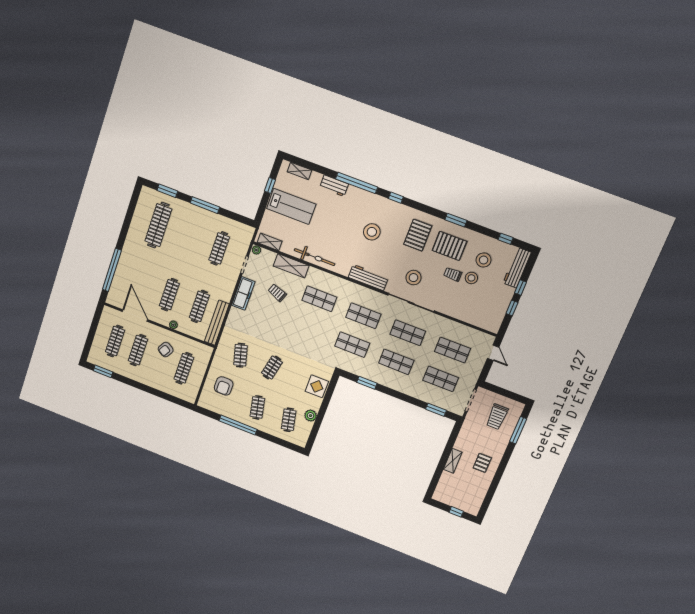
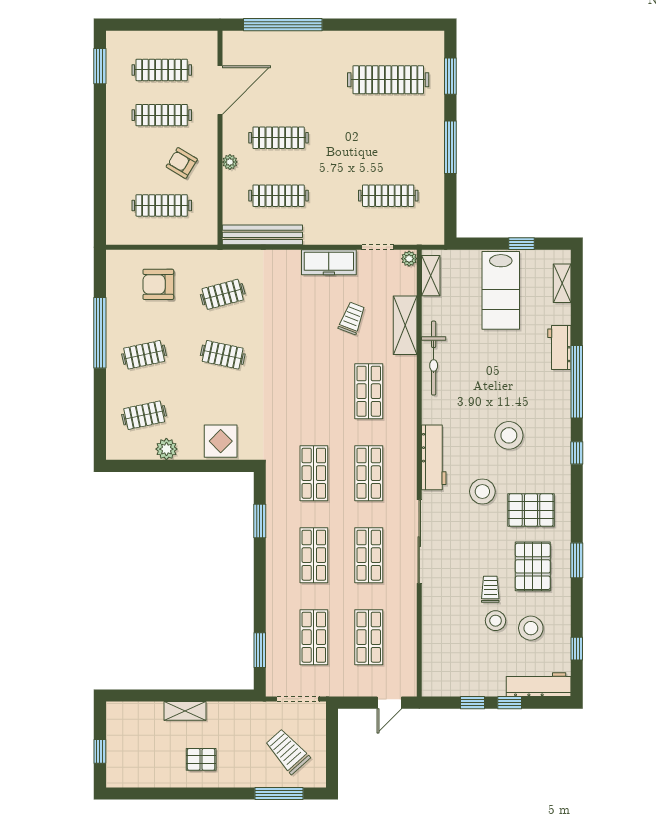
stool: (413, 278) -> (482, 491), moved
trolley: (497, 417) -> (288, 751), turned 48

